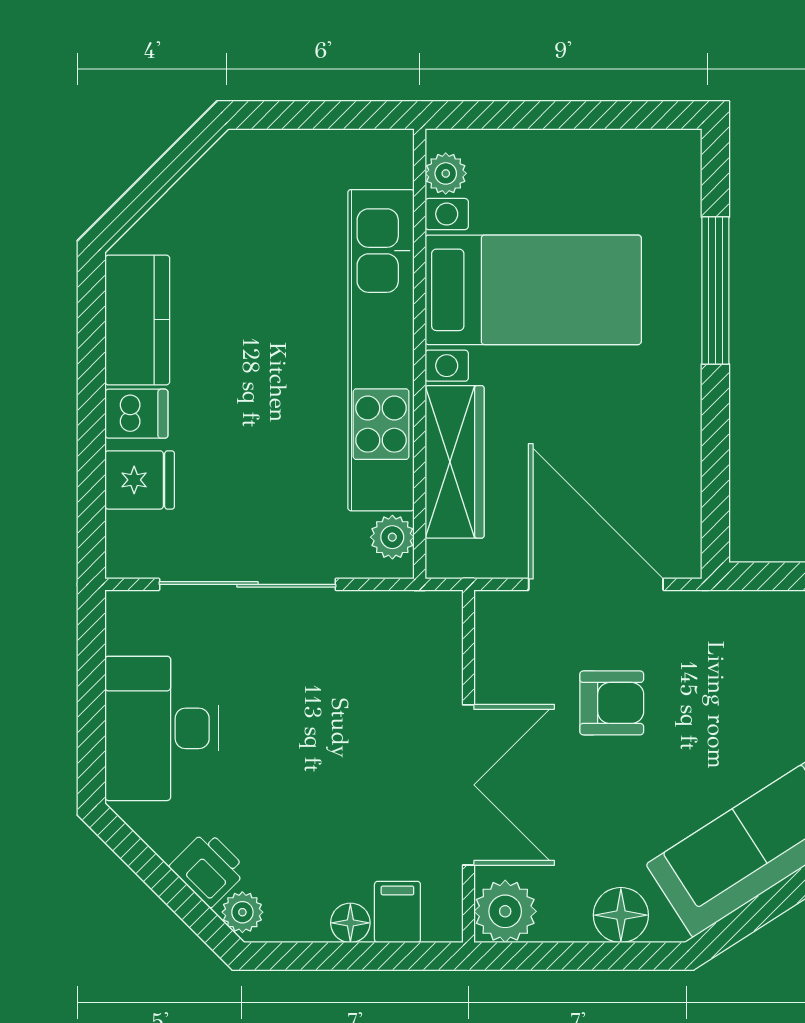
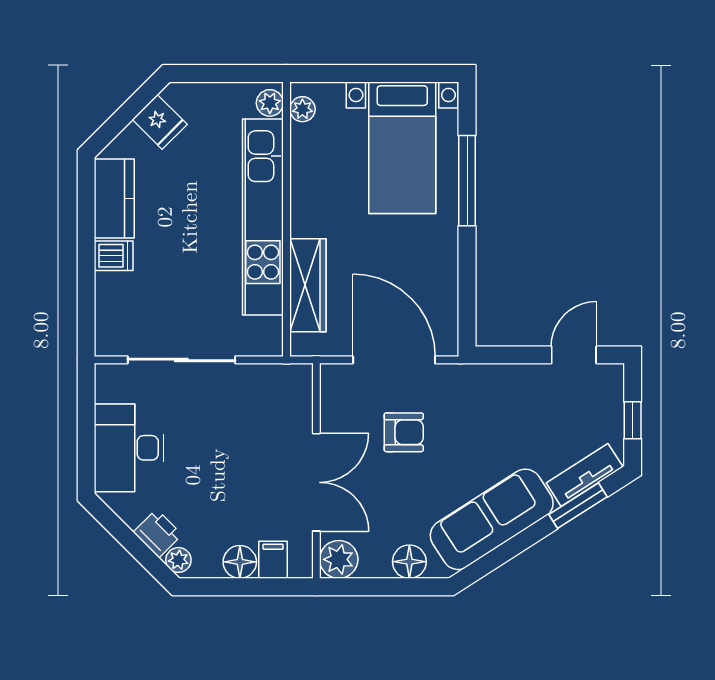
bed with nightstands: (533, 290) -> (402, 148), moved, turned 90
fridge: (140, 480) -> (160, 122), moved, turned 45
plant: (392, 537) -> (270, 103), moved
floor lamp: (350, 923) -> (240, 562), width x1.37, depth x1.37

